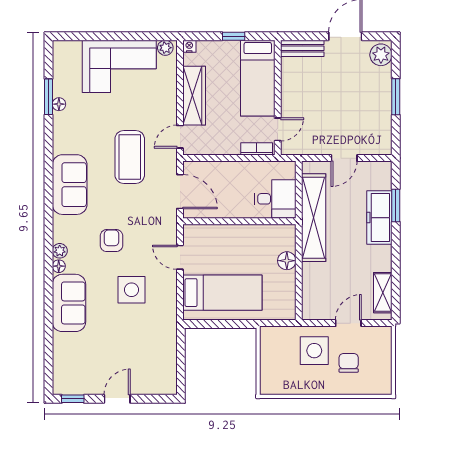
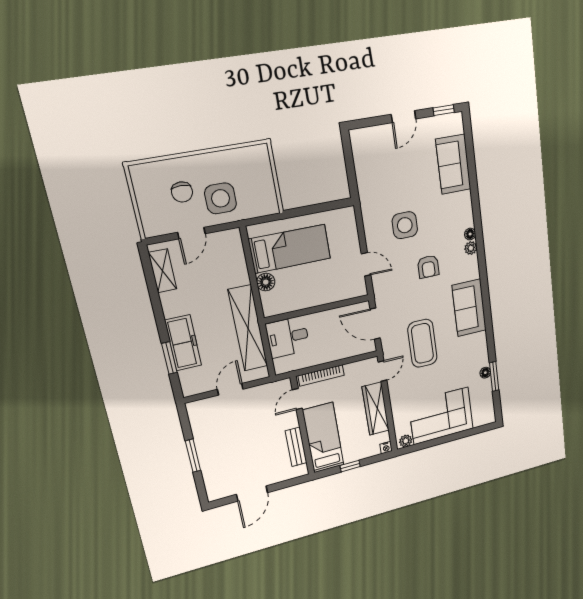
bench: (302, 48) -> (296, 447), moved, turned 90
plant: (381, 55) -> (216, 487), removed
bookcase: (257, 149) -> (321, 375), width x1.56
bed: (222, 293) -> (290, 249), moved, turned 180
sofa: (69, 303) -> (453, 164), moved

